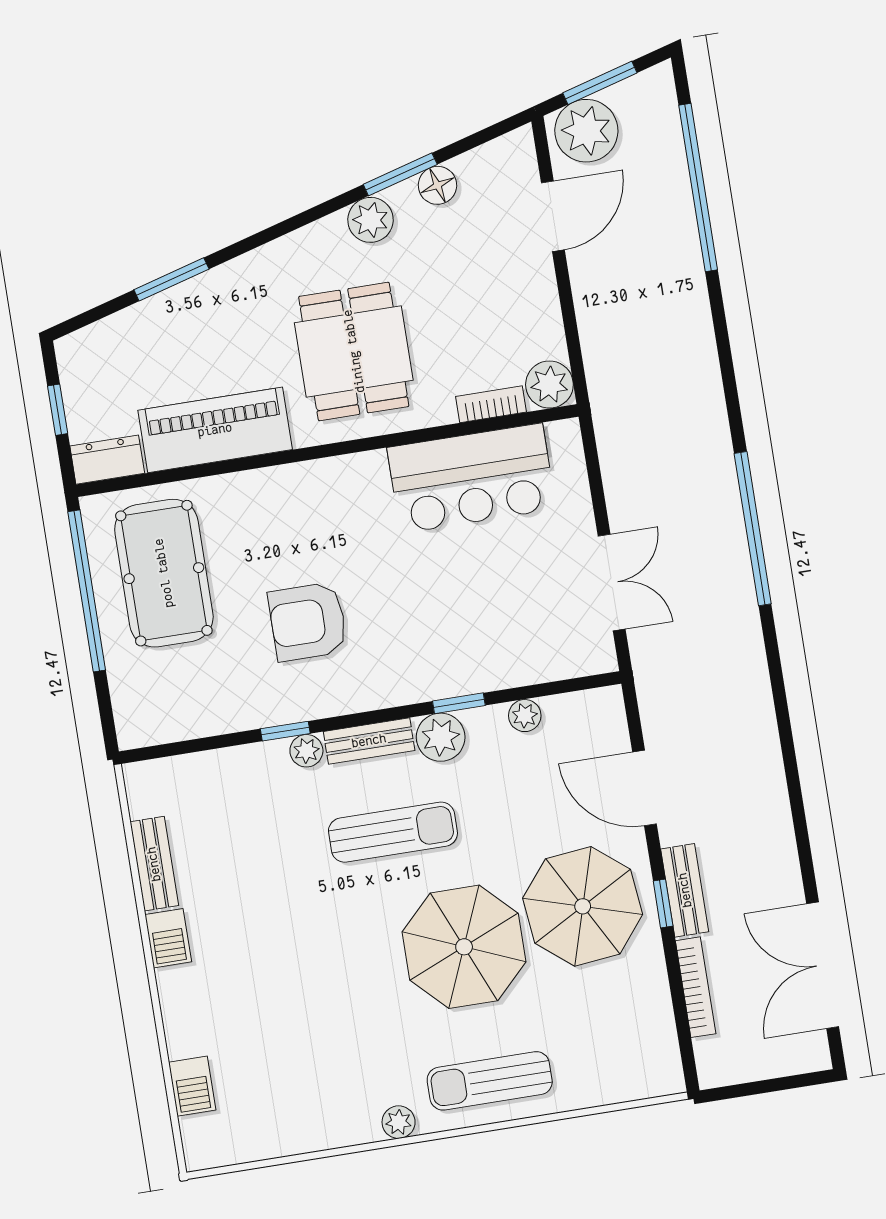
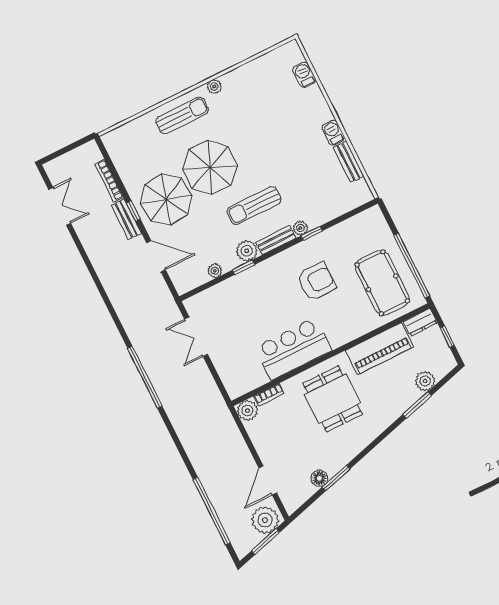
plant: (370, 220) -> (425, 381), moved
bar counter: (471, 478) -> (293, 349), moved
double door: (823, 965) -> (60, 206), width x0.73

